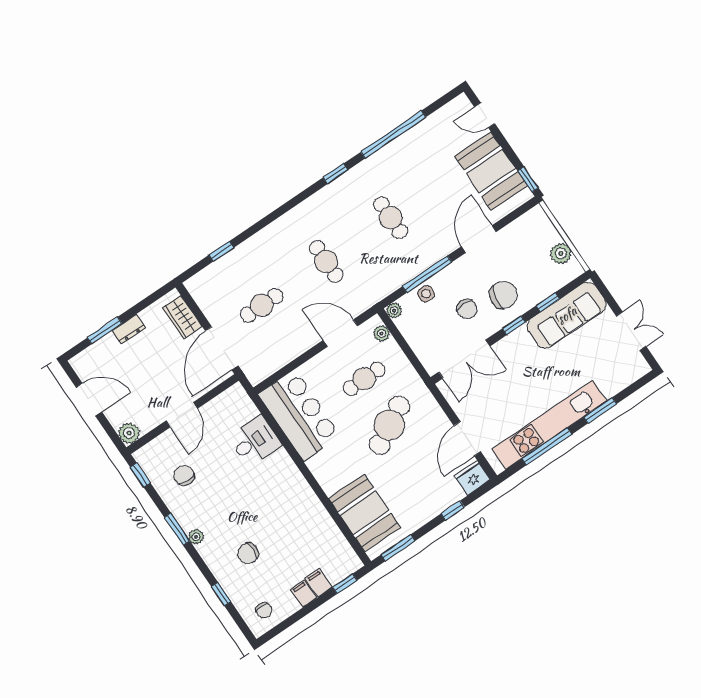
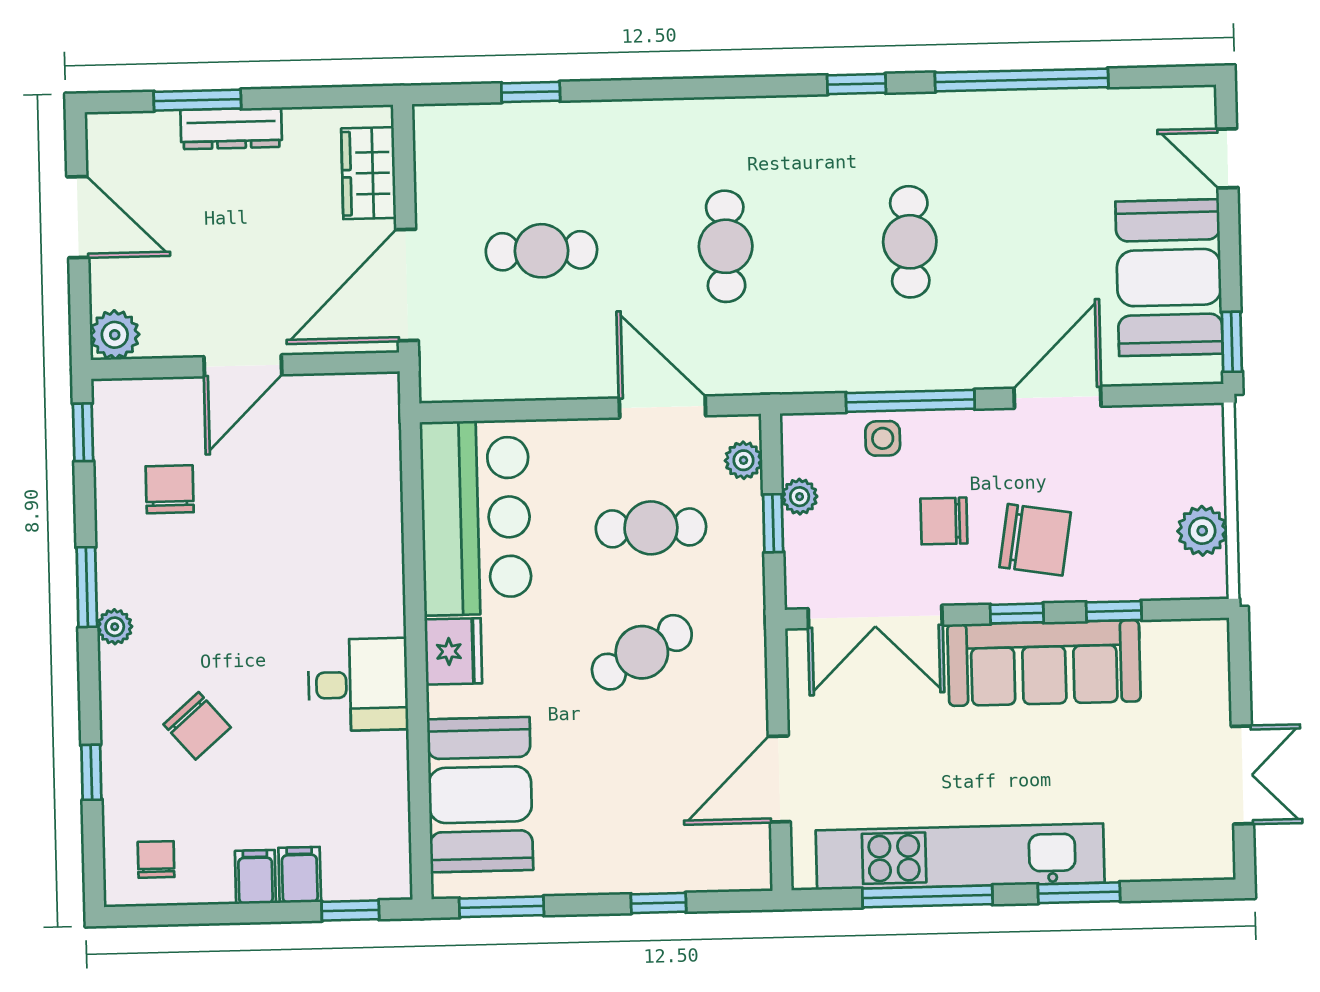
chair: (467, 309) -> (944, 521), turned 90
plant: (394, 311) -> (800, 497), moved
sofa: (567, 315) -> (1044, 663), moved
dresser: (129, 329) -> (231, 128), width x1.44
window: (406, 349) -> (773, 523), added
cafe table: (389, 425) -> (642, 652), width x0.73, depth x0.74
desk: (255, 441) -> (358, 685), moved
fridge: (473, 478) -> (453, 651), moved, turned 90
chair: (248, 553) -> (197, 726), turned -131
chair: (264, 610) -> (156, 859), turned 180

